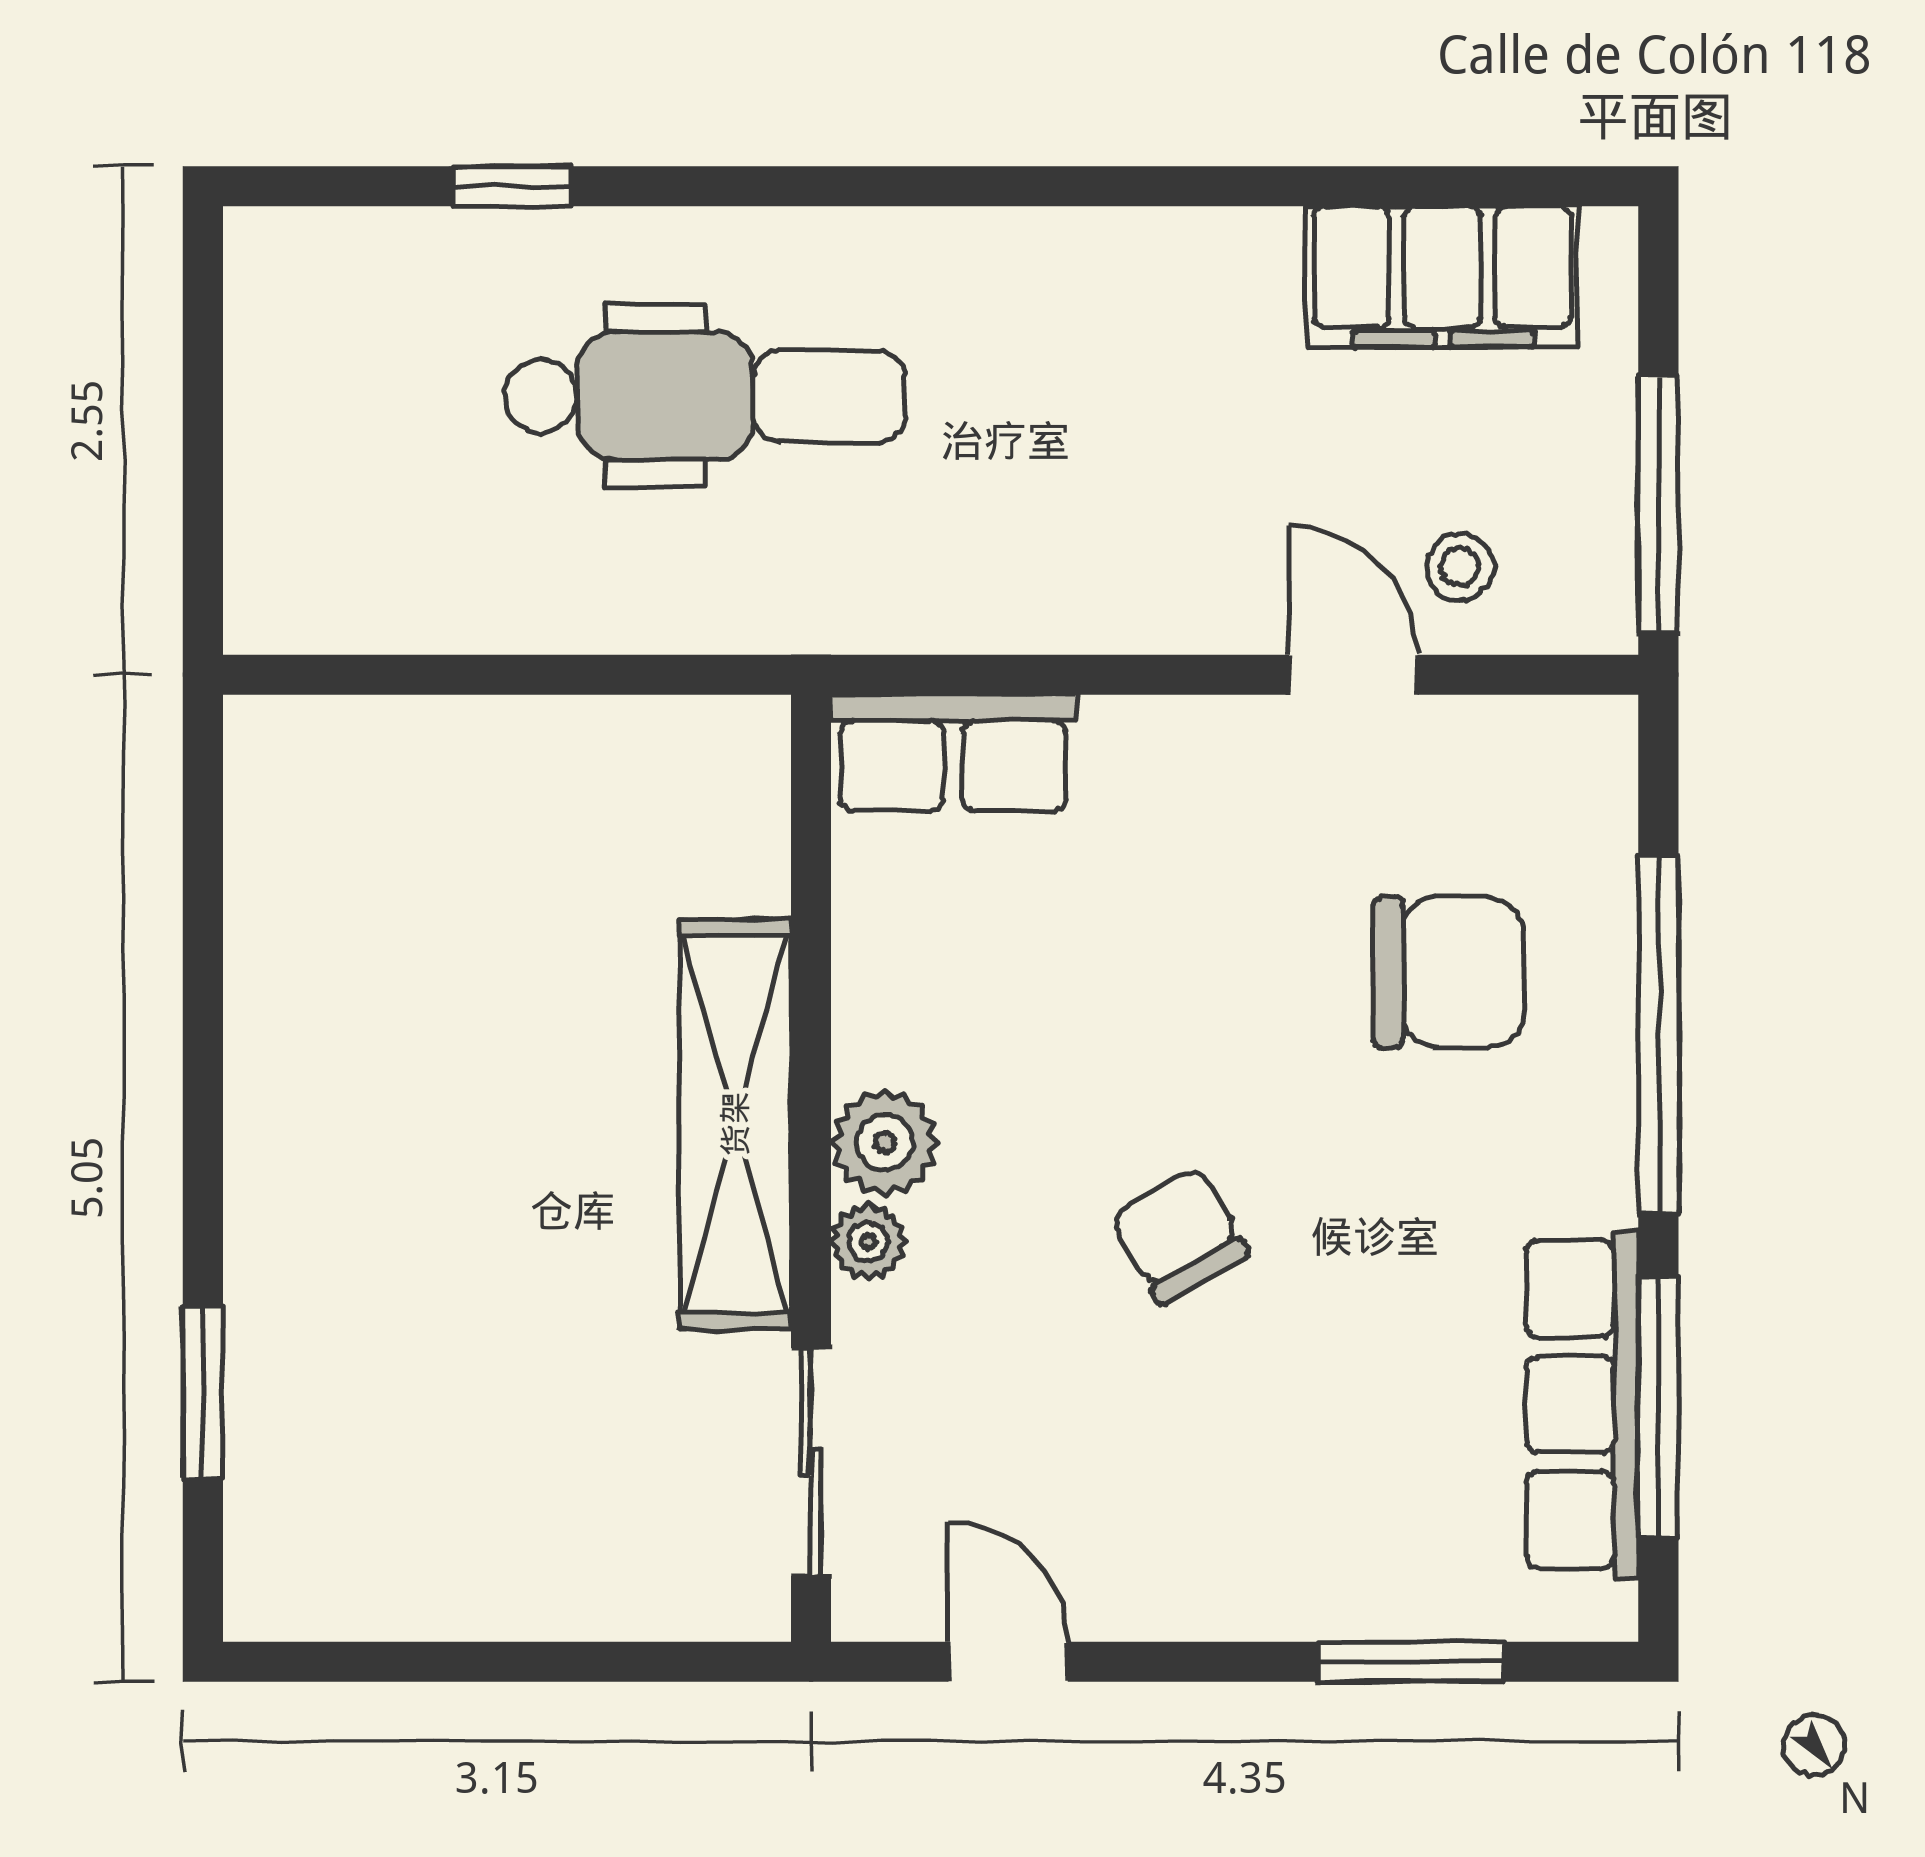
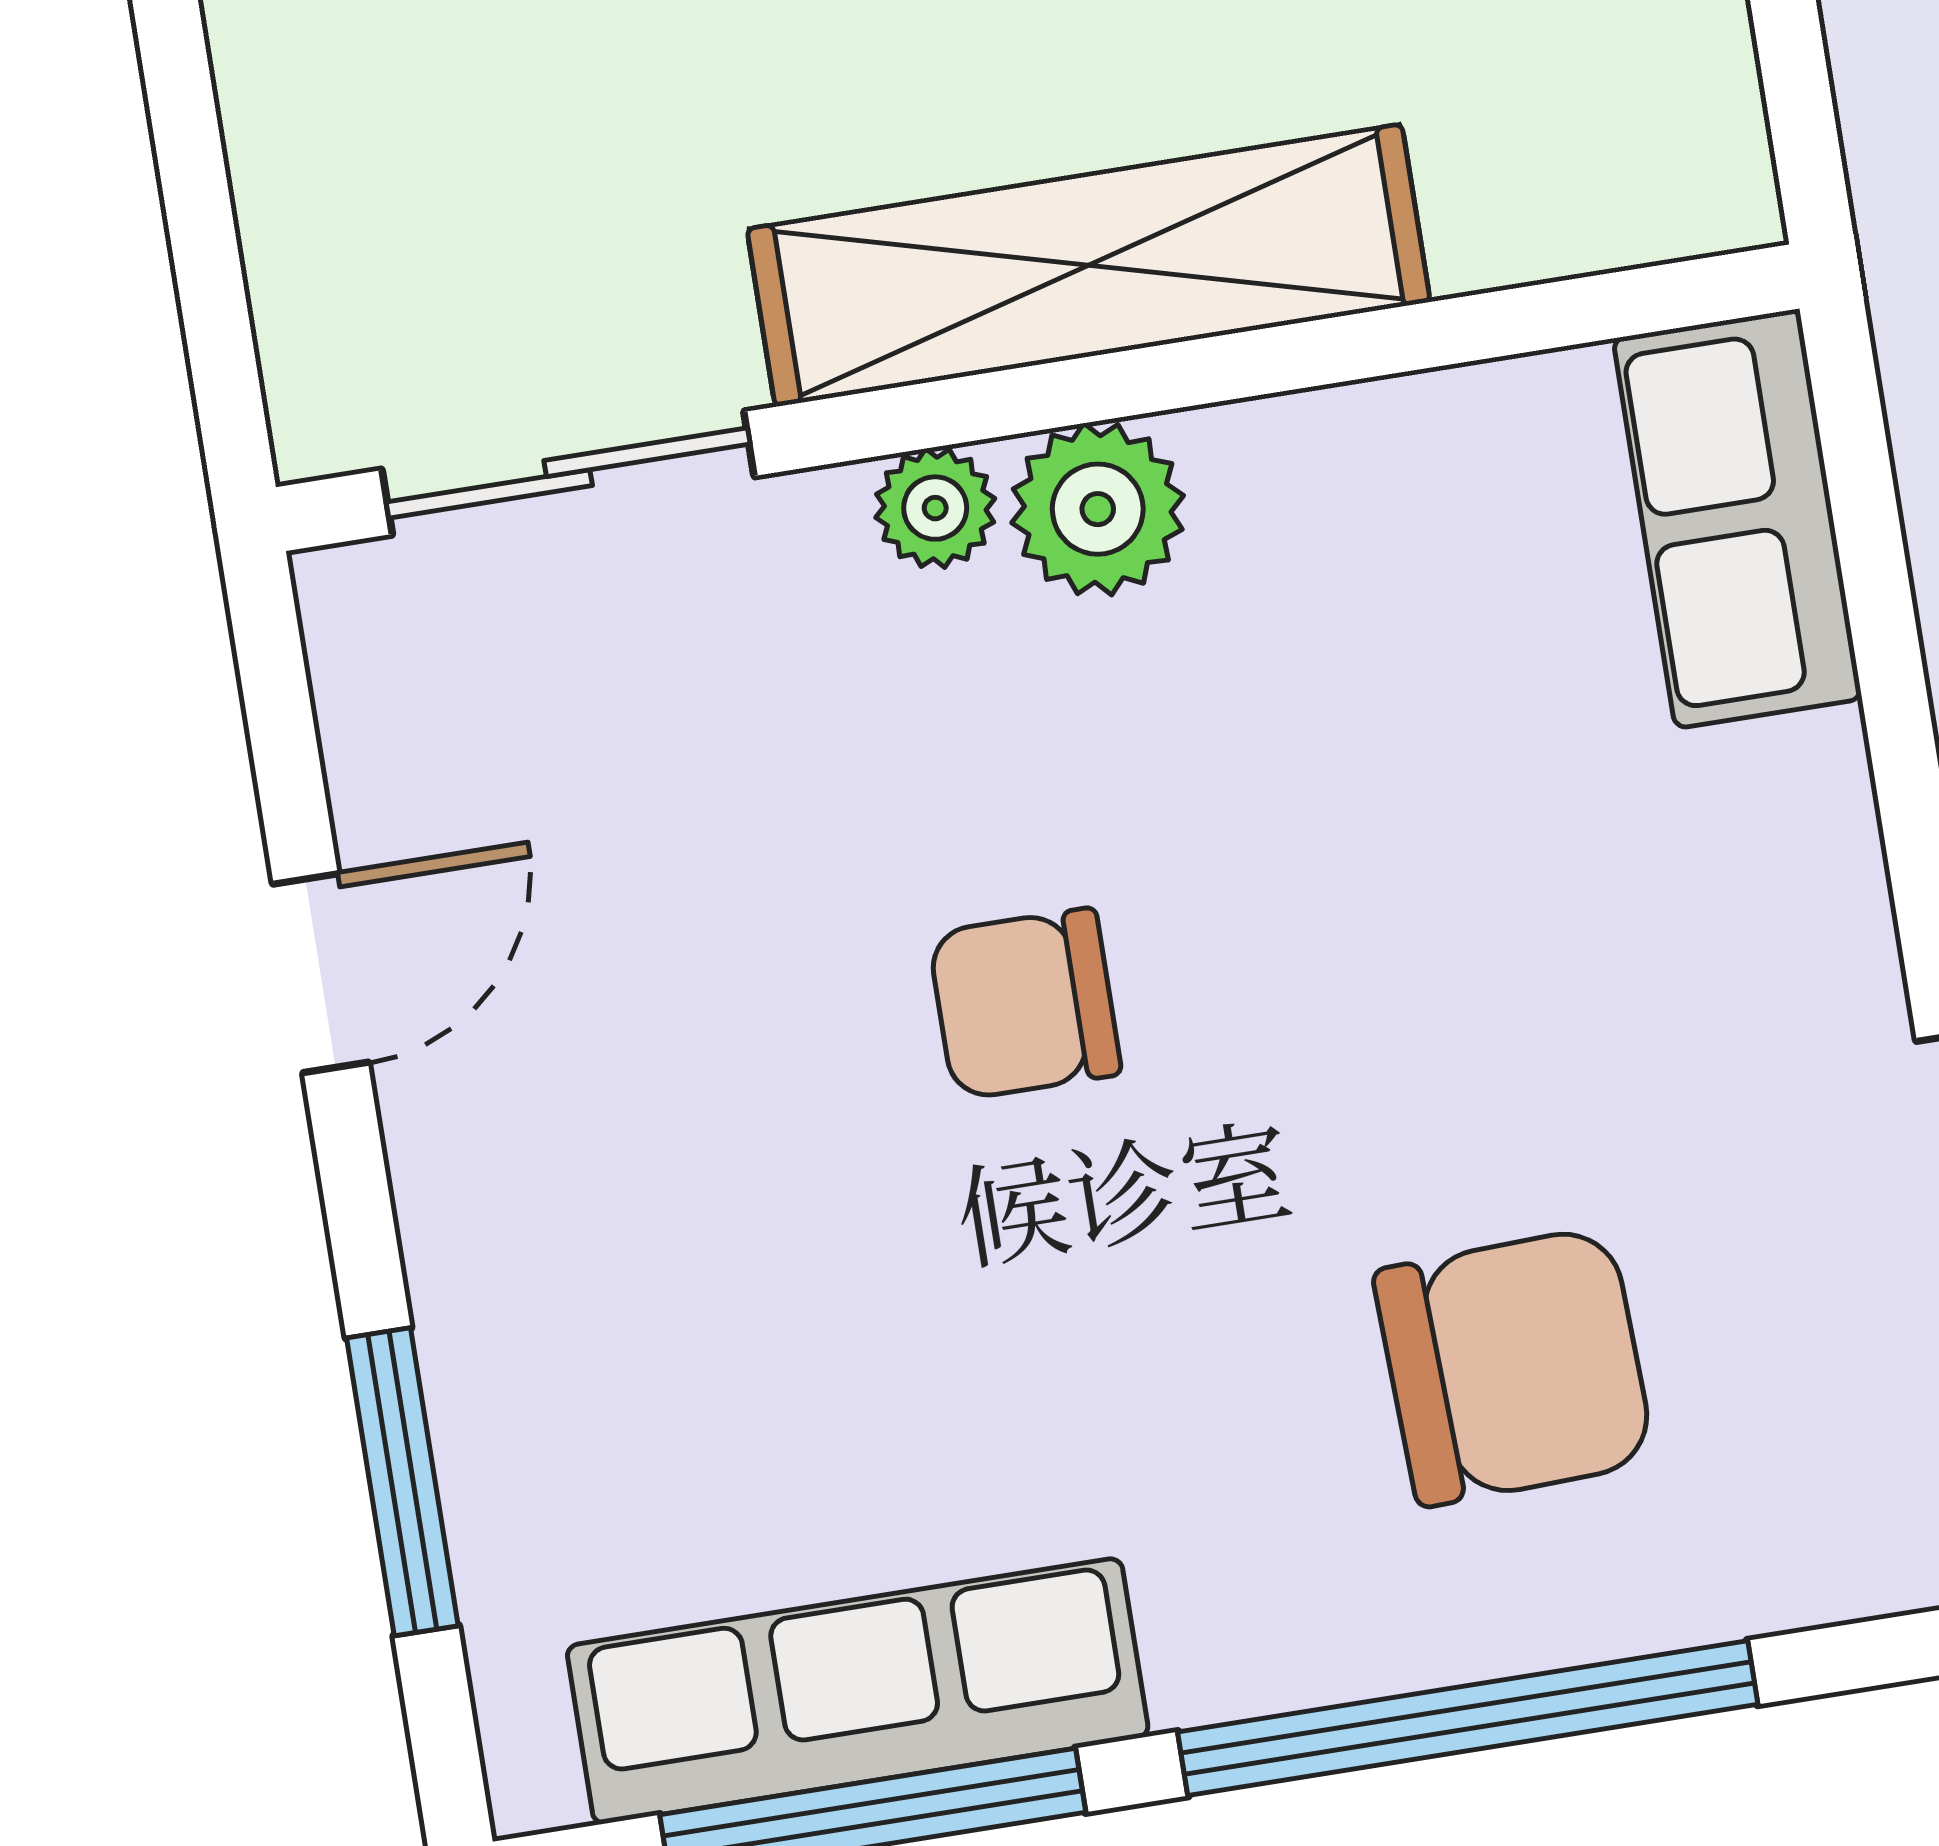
chair: (1448, 972) -> (1514, 1367), turned -92
chair: (1179, 1235) -> (1025, 1004), turned -150
door: (1008, 1662) -> (321, 973), moved

